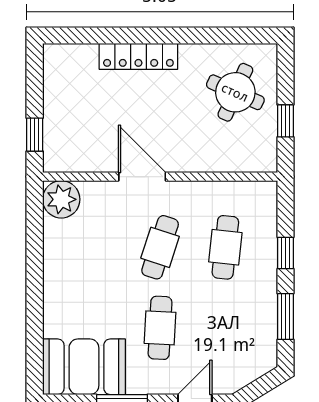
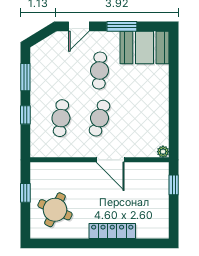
plant: (61, 199) -> (163, 152), width x0.53, depth x0.53

